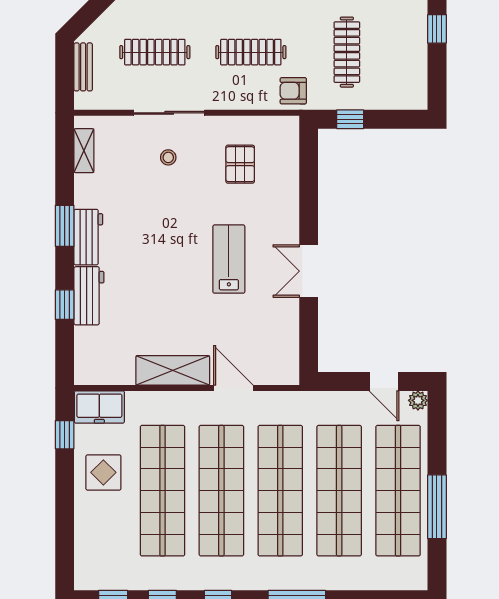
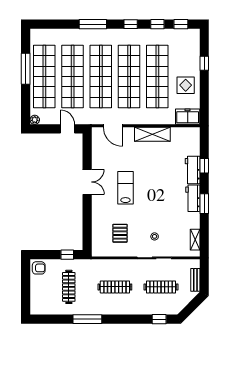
window: (437, 29) -> (26, 298), removed
armchair: (293, 91) -> (39, 268), moved
lab bench: (229, 259) -> (125, 188), turned 180
door: (384, 381) -> (68, 129), moved
door: (233, 388) -> (113, 126), moved
window: (65, 435) -> (204, 63), moved

